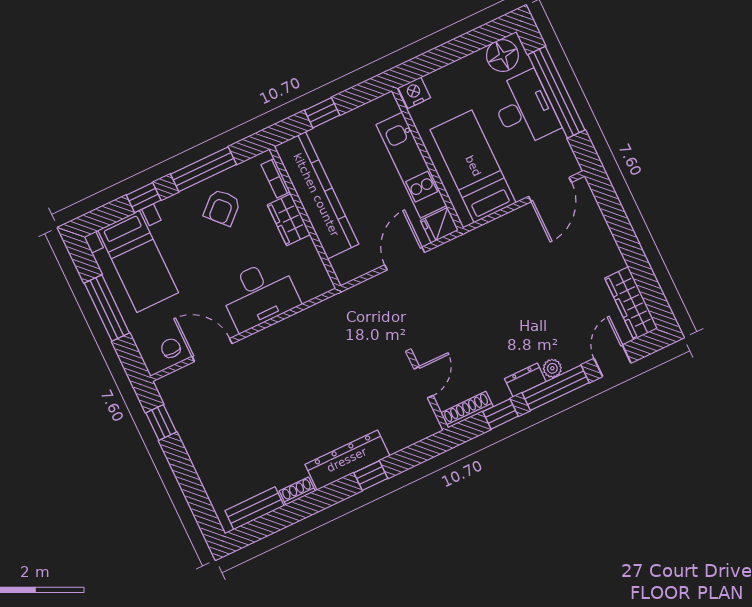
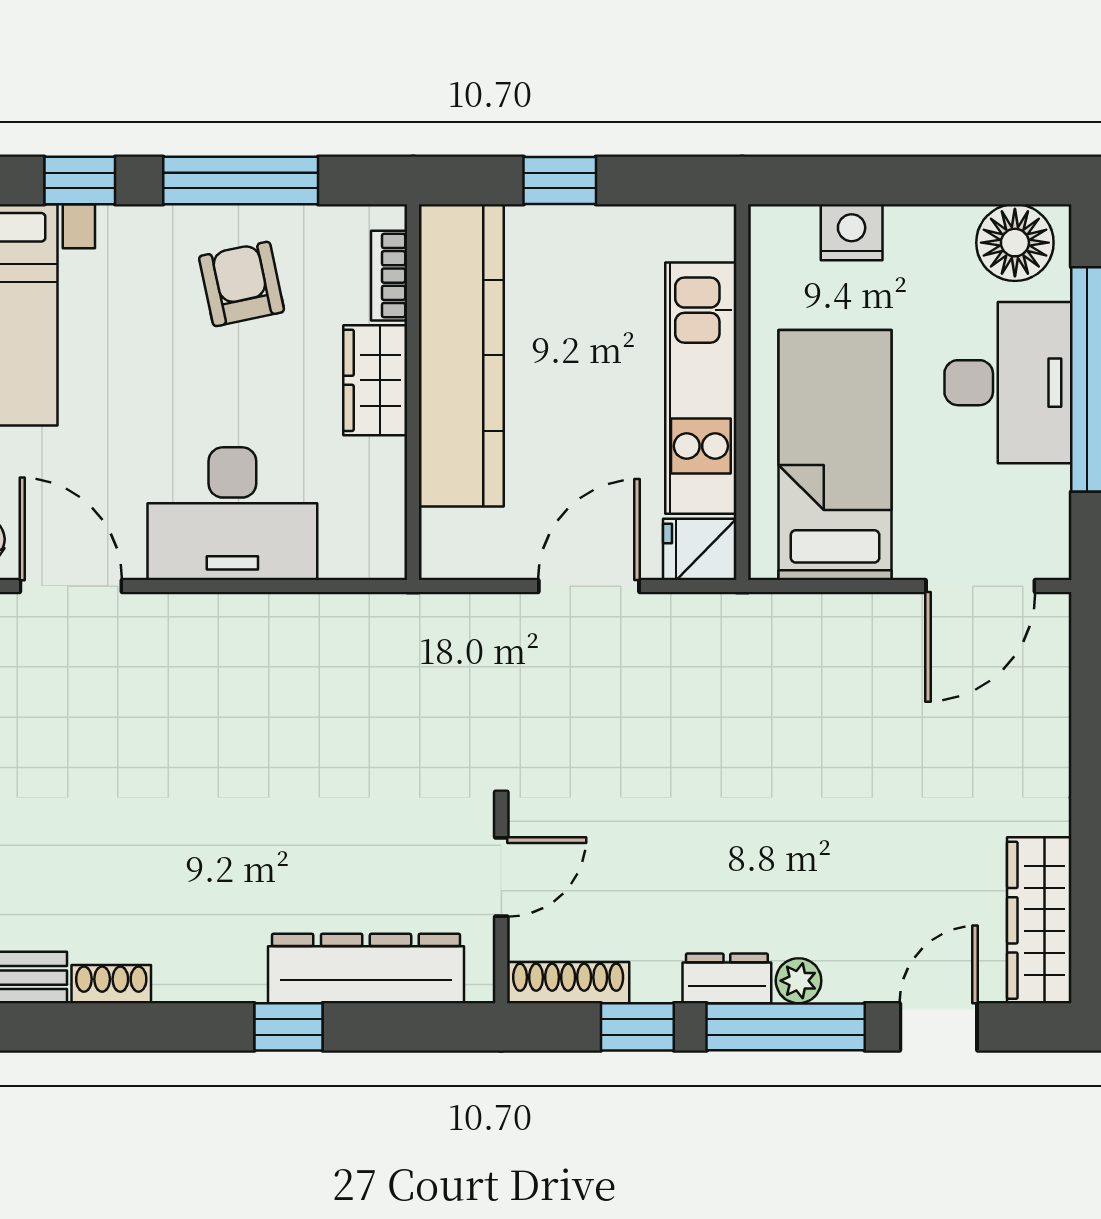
nightstand: (414, 93) -> (852, 232), moved
armchair: (222, 208) -> (242, 284), turned 121
dresser: (347, 460) -> (366, 968), moved

